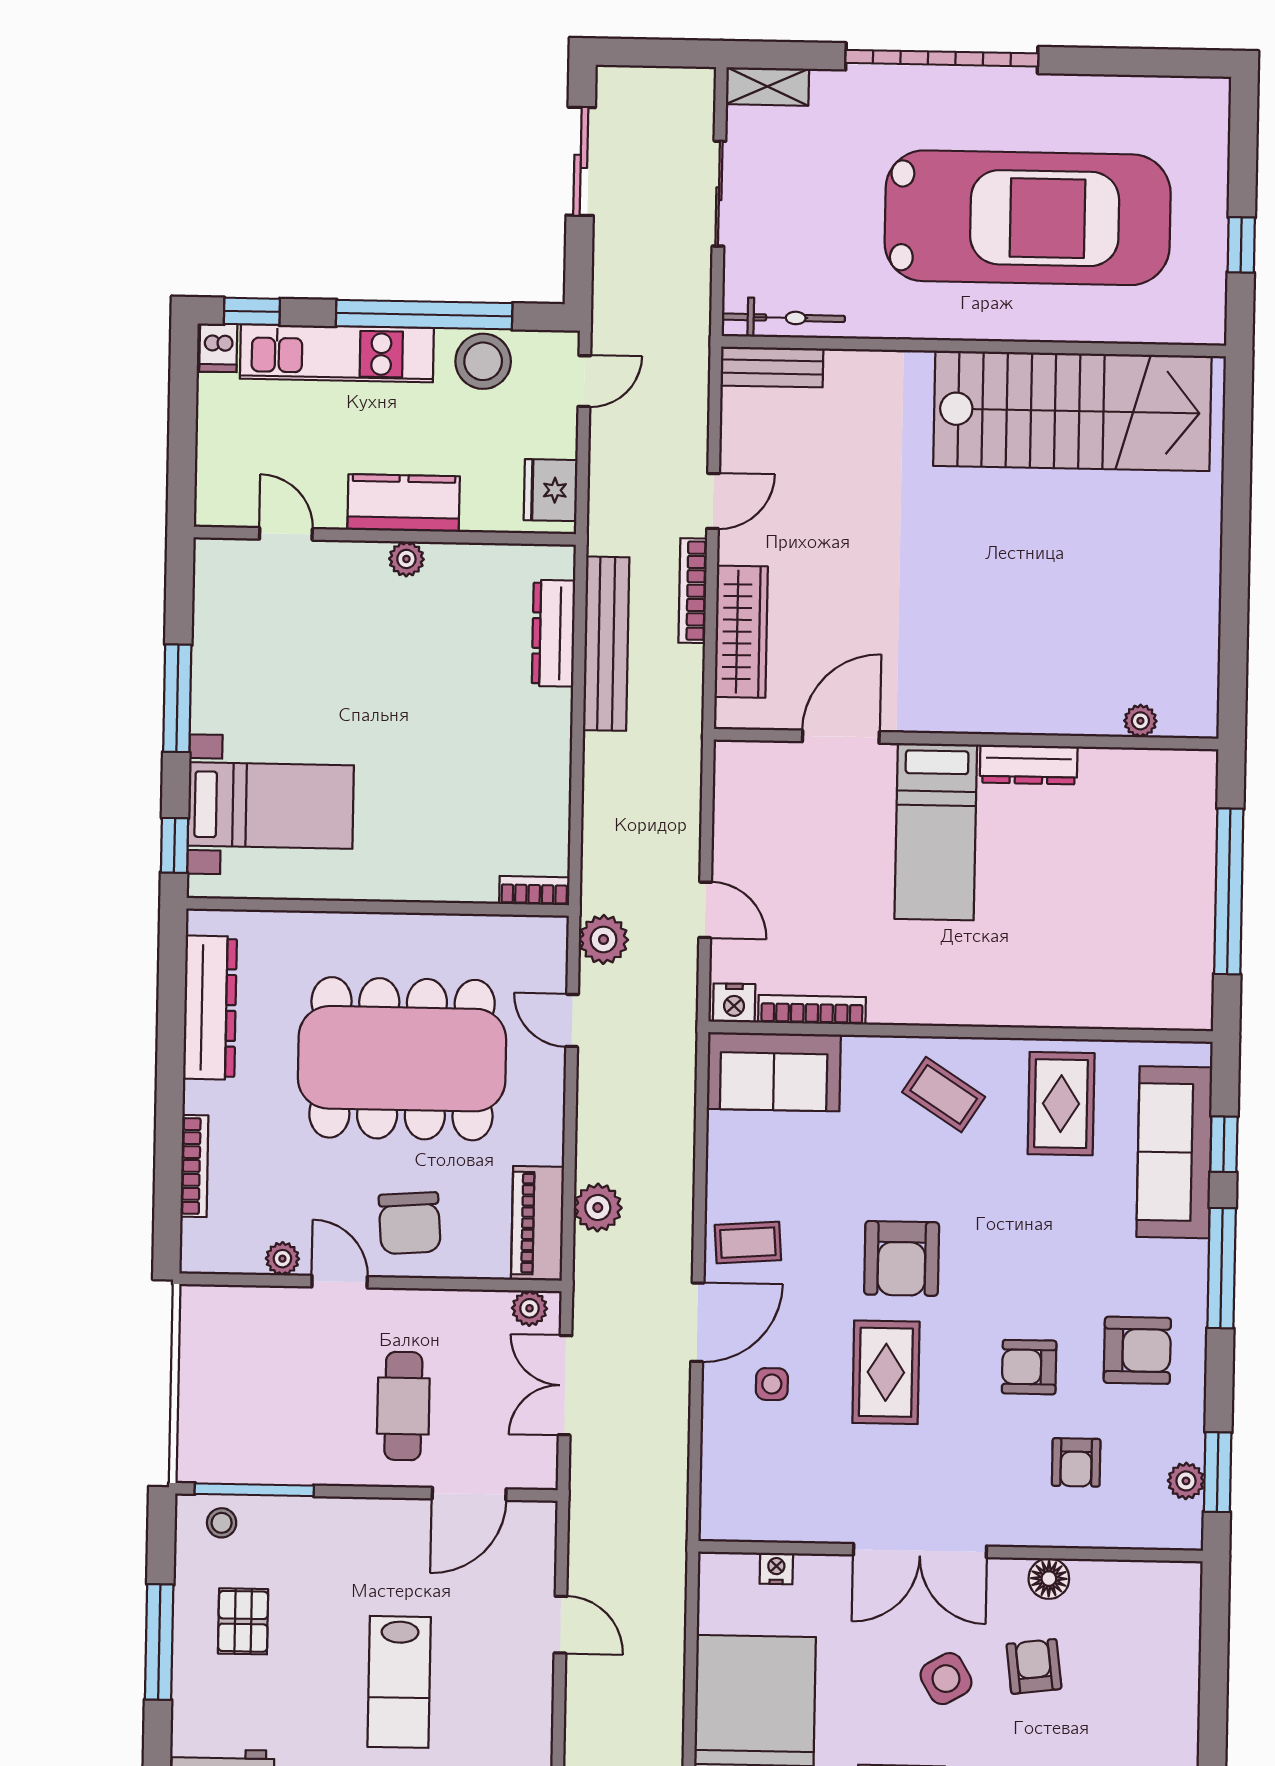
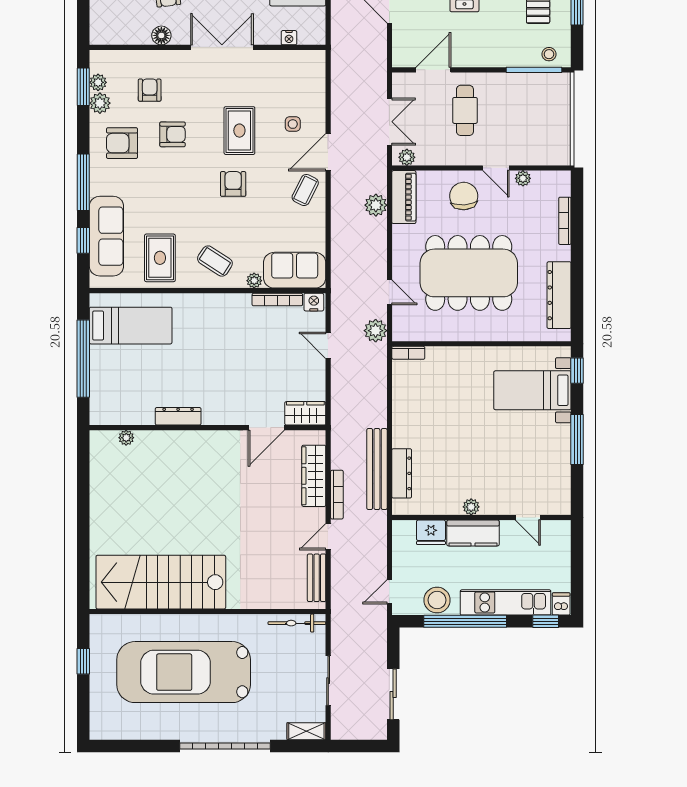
bench: (772, 367) -> (317, 578), moved, turned 90
fridge: (551, 490) -> (431, 532), moved, turned 90
wardrobe: (757, 766) -> (305, 413), added
bed: (936, 832) -> (131, 326), moved, turned 90
plant: (861, 1051) -> (254, 281), added
coffee table: (748, 1243) -> (305, 190), turned -59
armchair: (902, 1258) -> (233, 184), width x0.72, depth x0.72
plant: (1183, 1437) -> (100, 103), added

